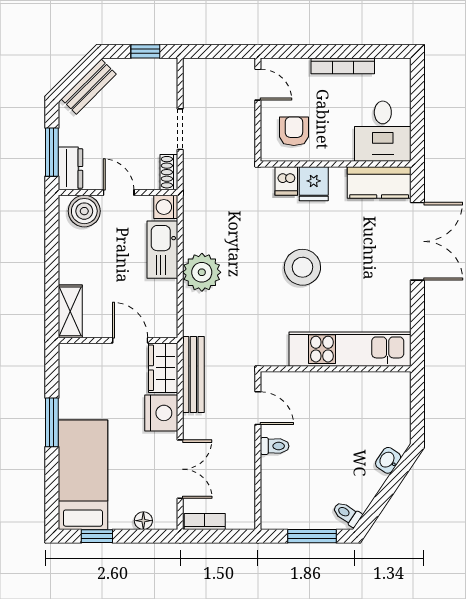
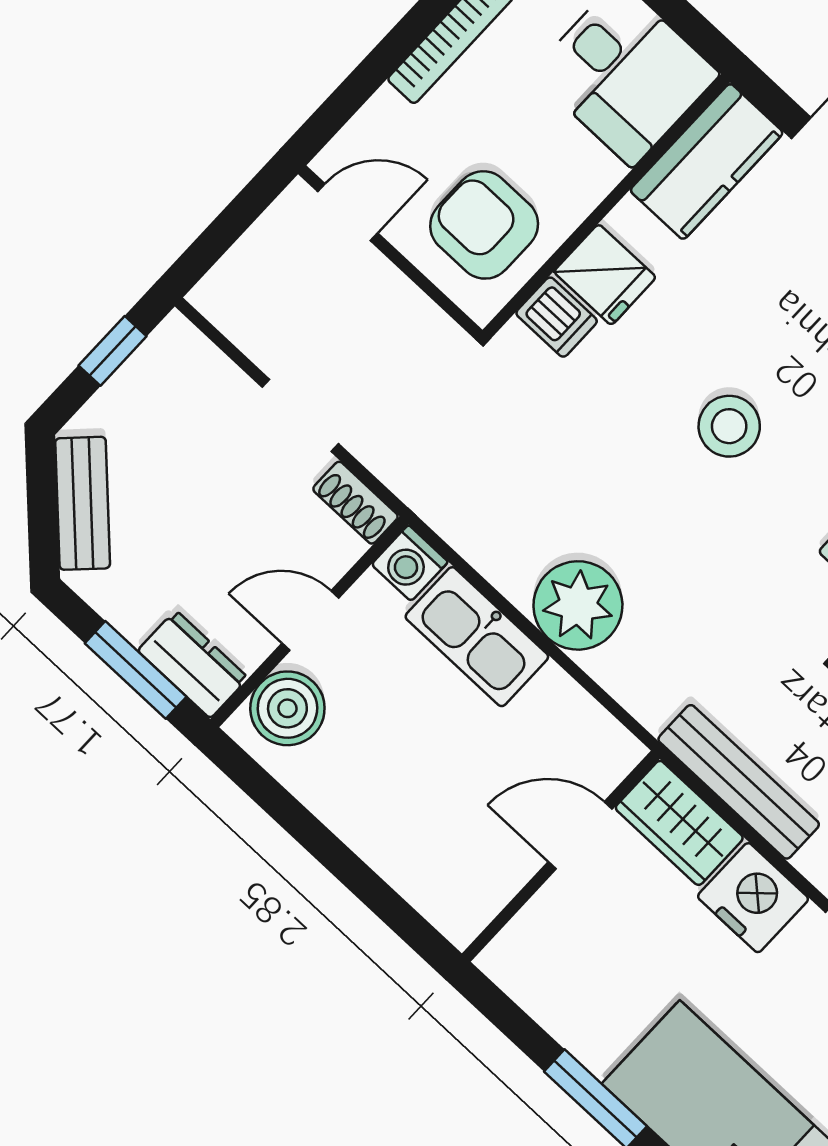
armchair: (294, 131) -> (484, 225), width x1.38, depth x1.38
stool: (302, 267) -> (729, 426), width x0.73, depth x0.73
shelving: (70, 311) -> (436, 891), removed

